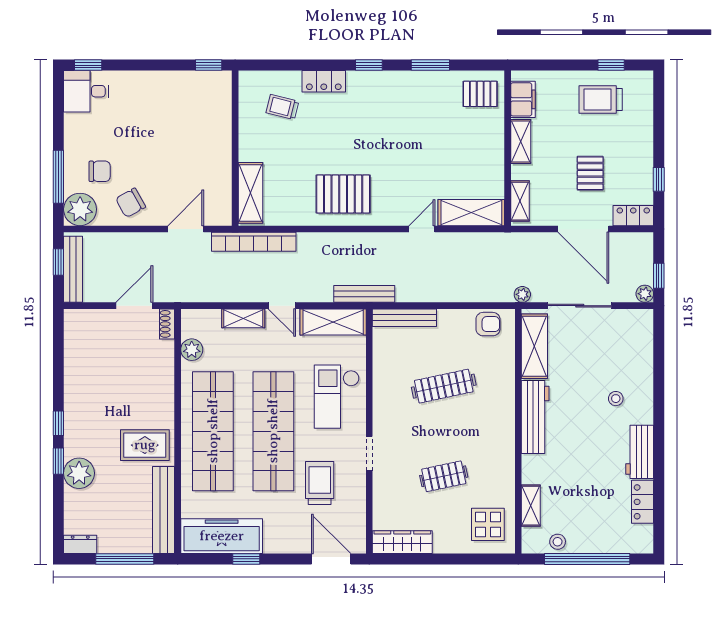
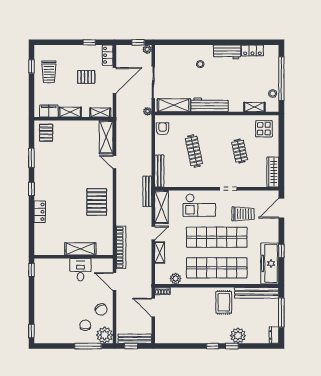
desk: (86, 91) -> (80, 270), moved, turned 180
trolley: (282, 107) -> (53, 233), removed
shelving: (250, 193) -> (80, 249), moved
trolley: (320, 483) -> (243, 214), turned 180

